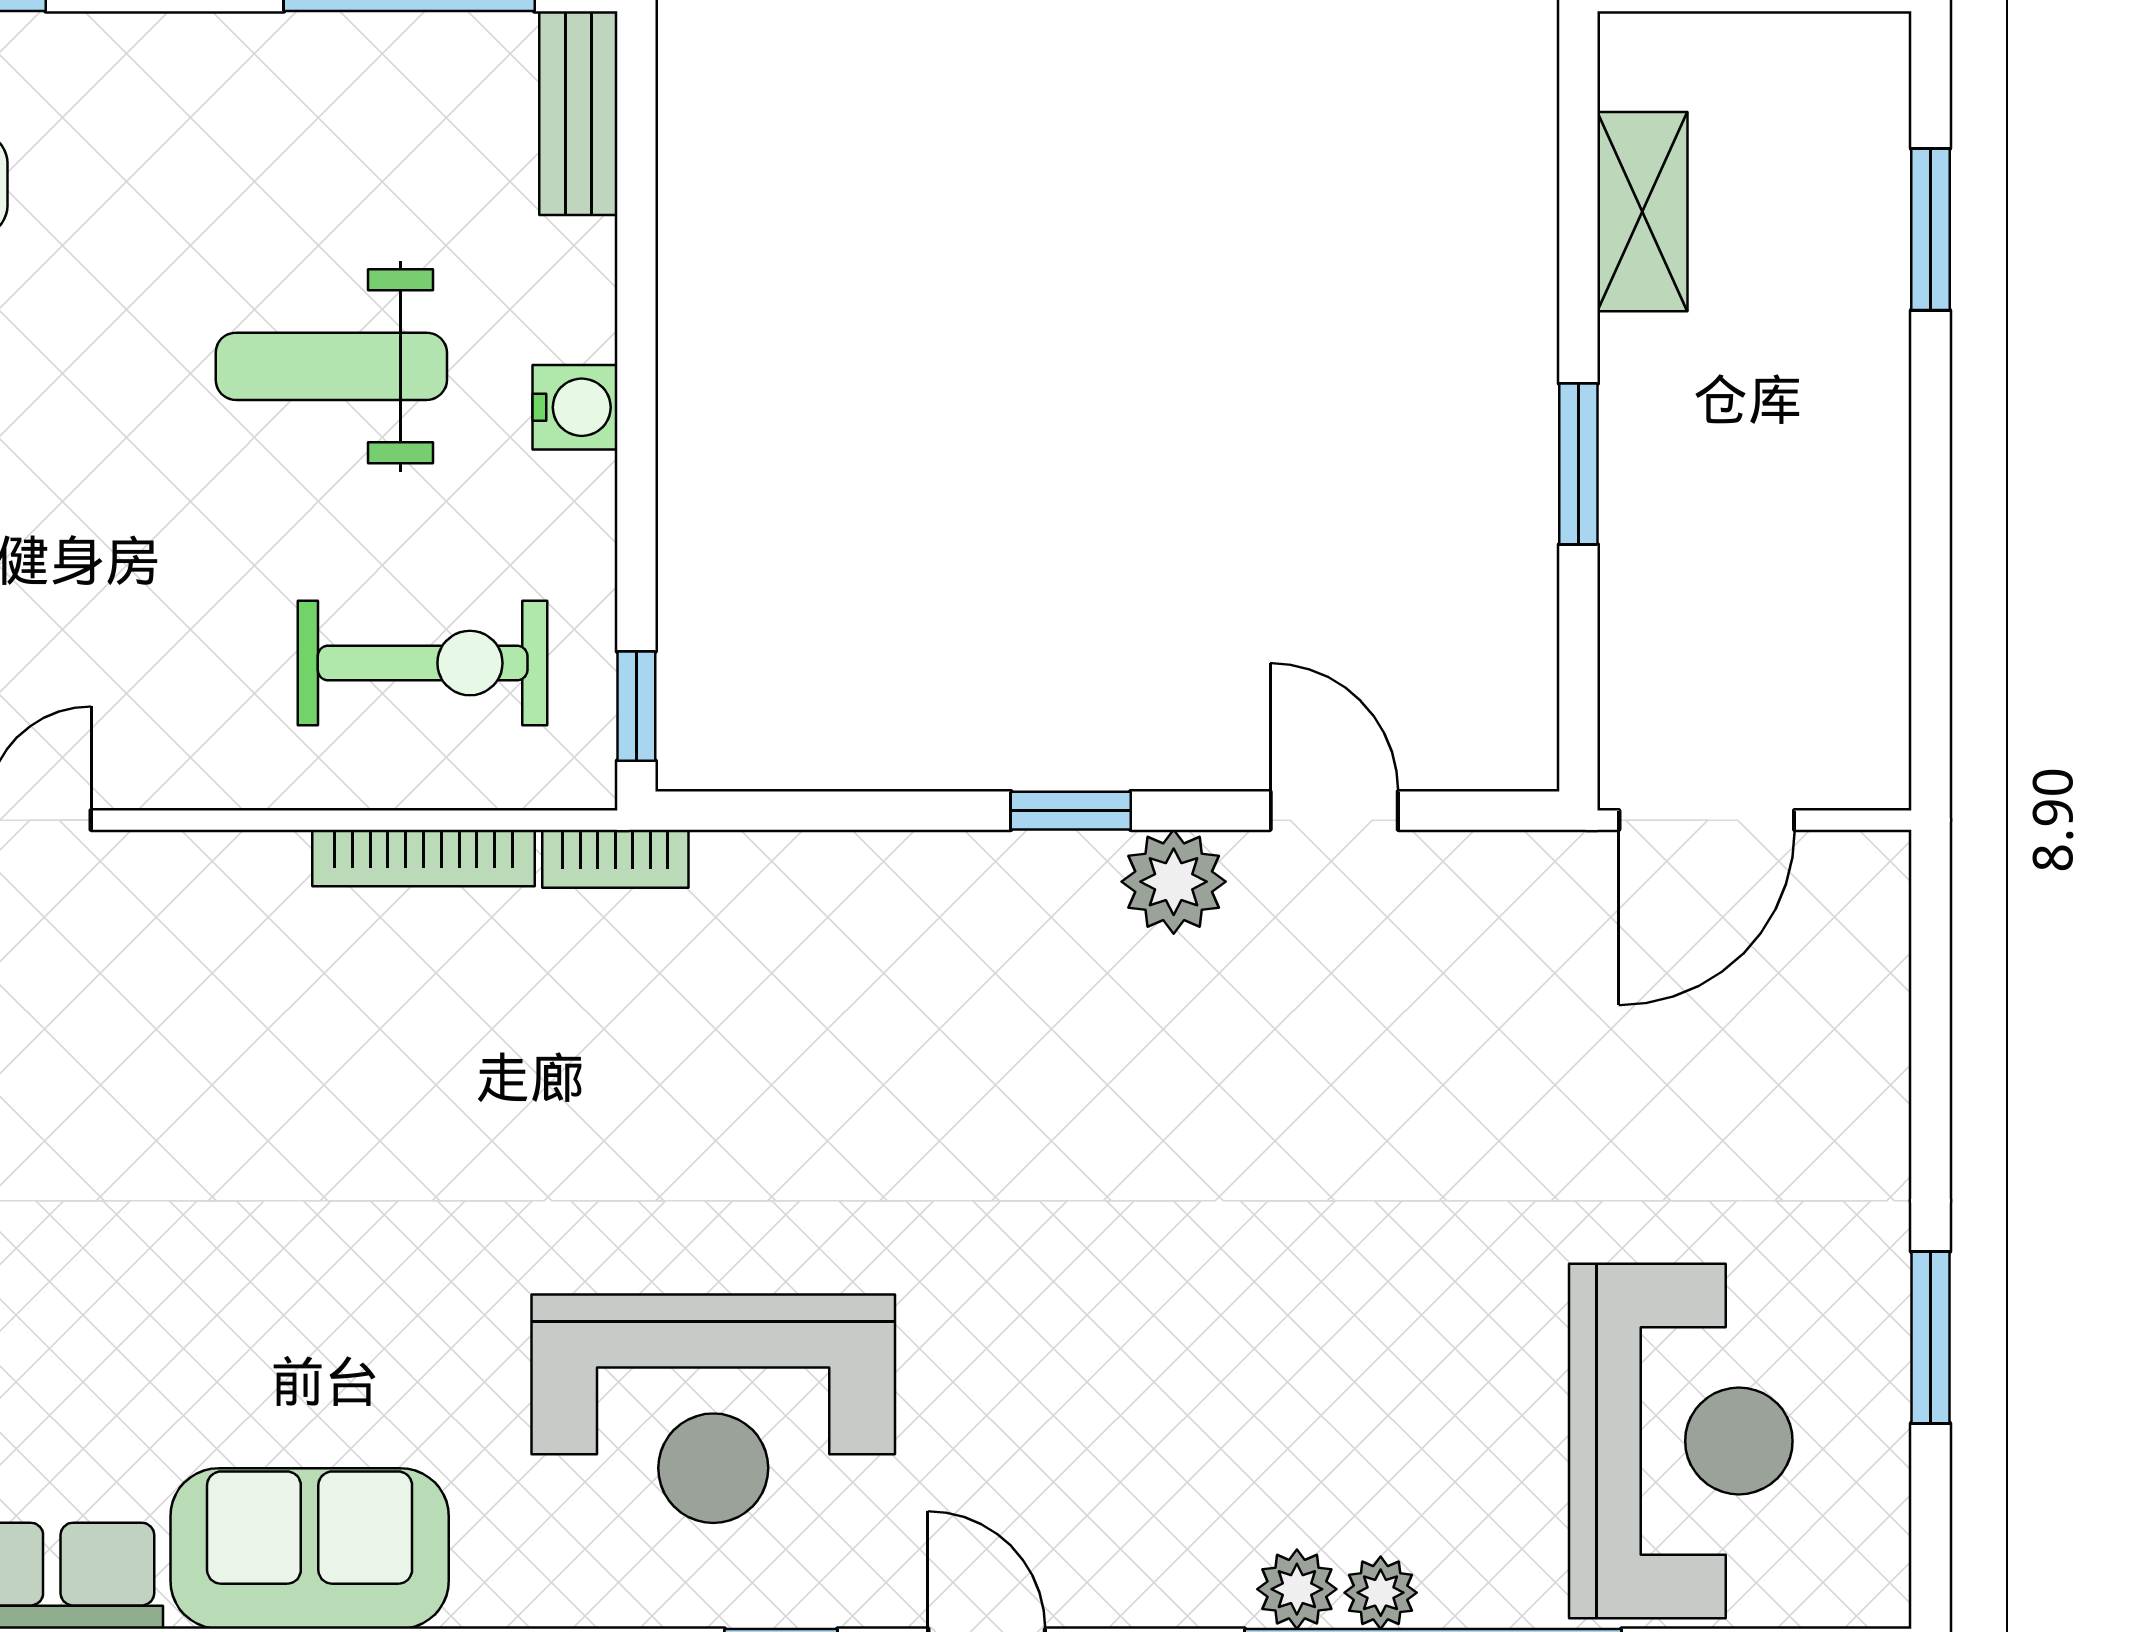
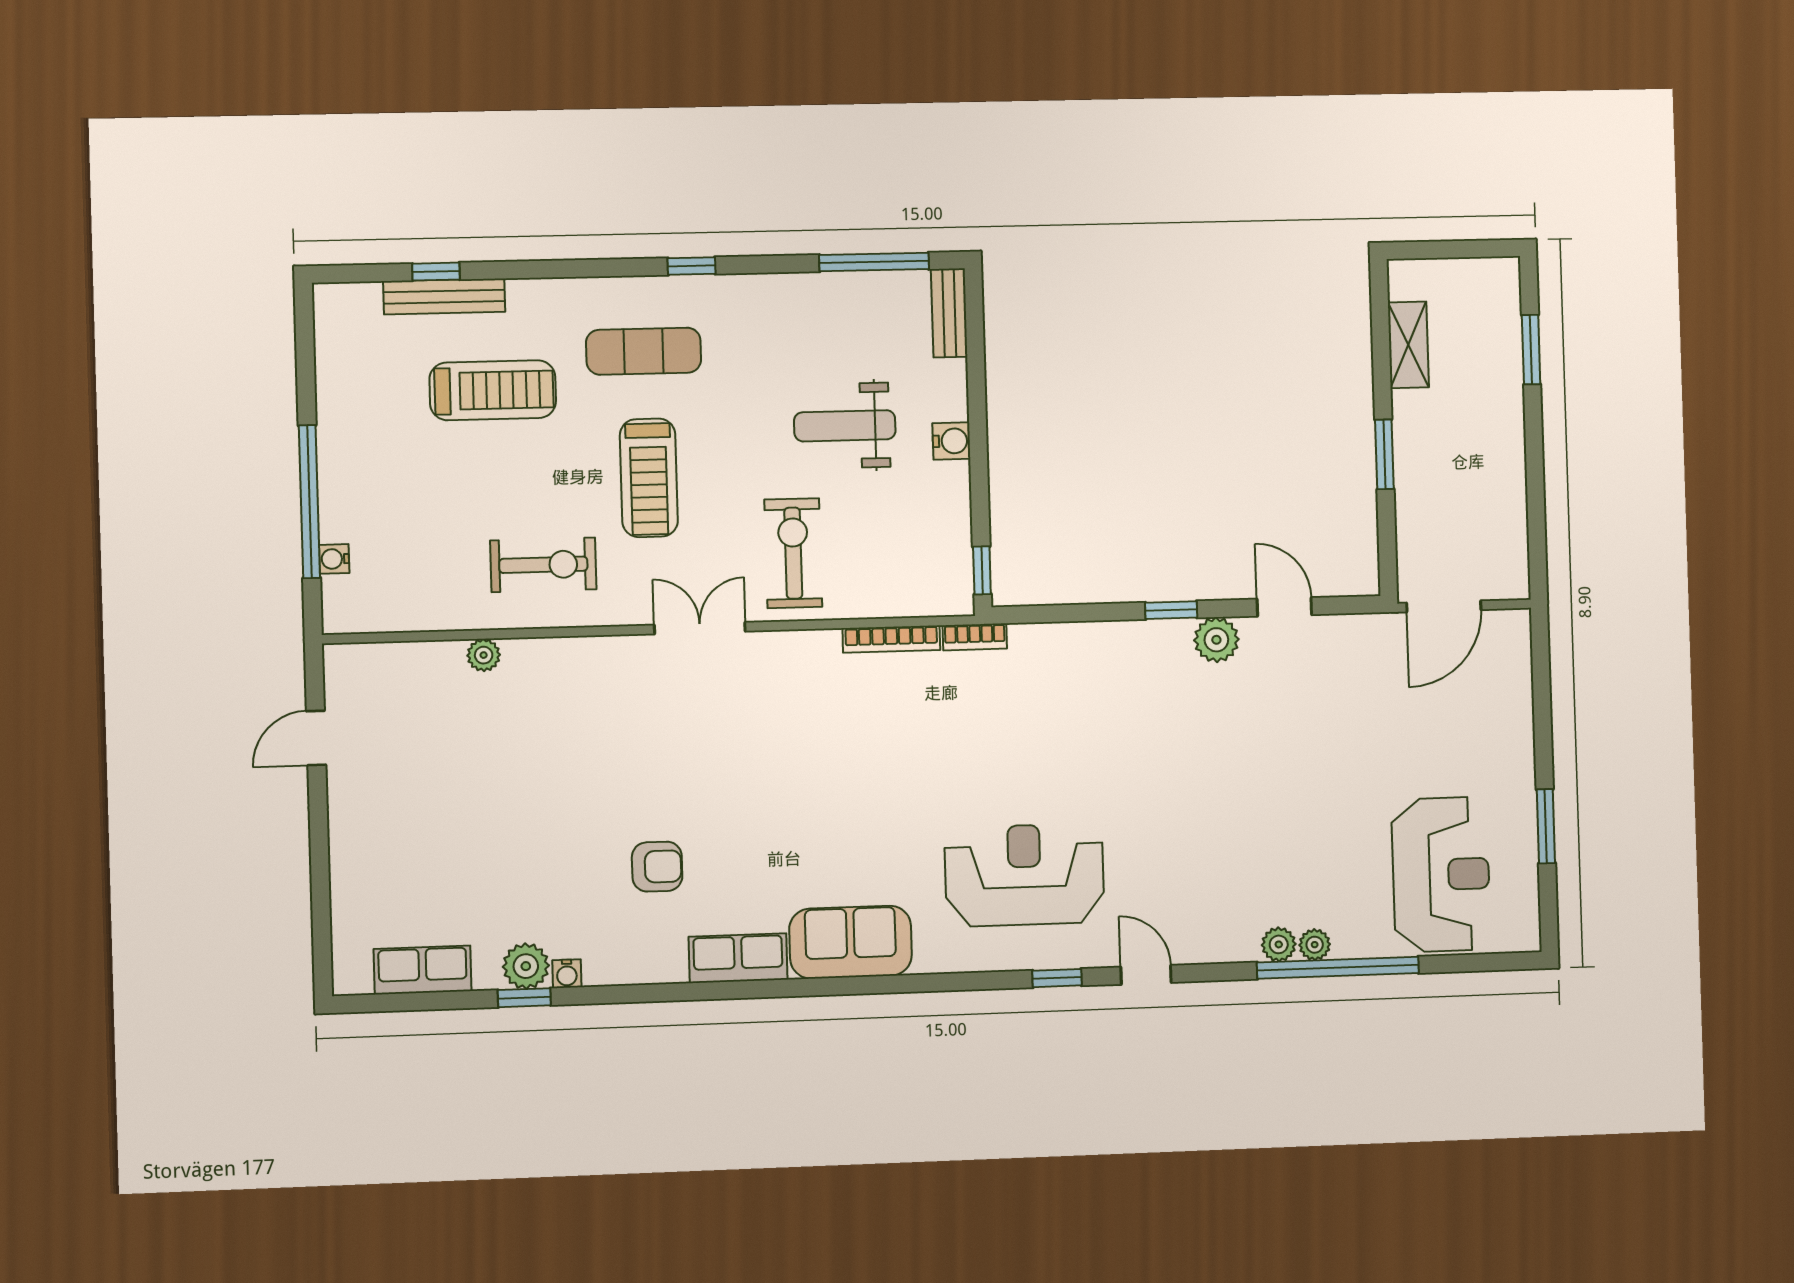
exercise bike: (423, 663) -> (793, 553), moved, turned -90
reception desk: (713, 1409) -> (1024, 875), turned 180

